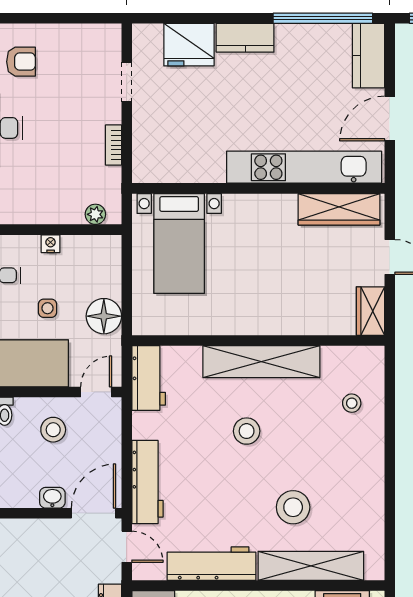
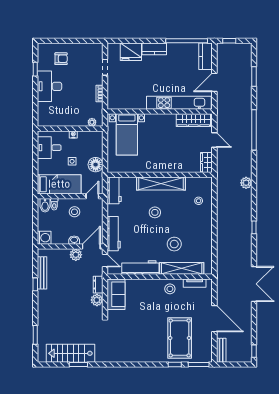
plant: (56, 533) -> (76, 255), added

